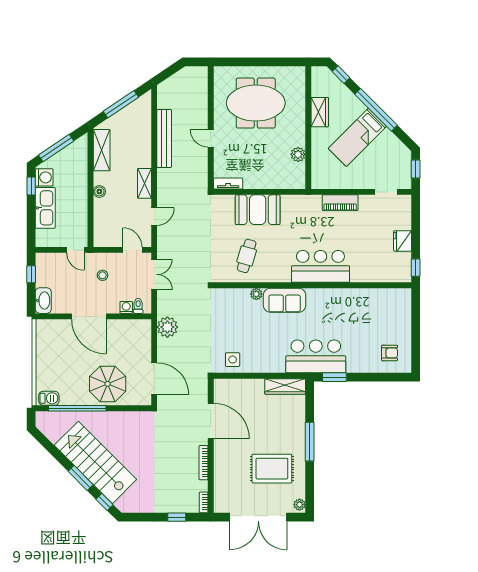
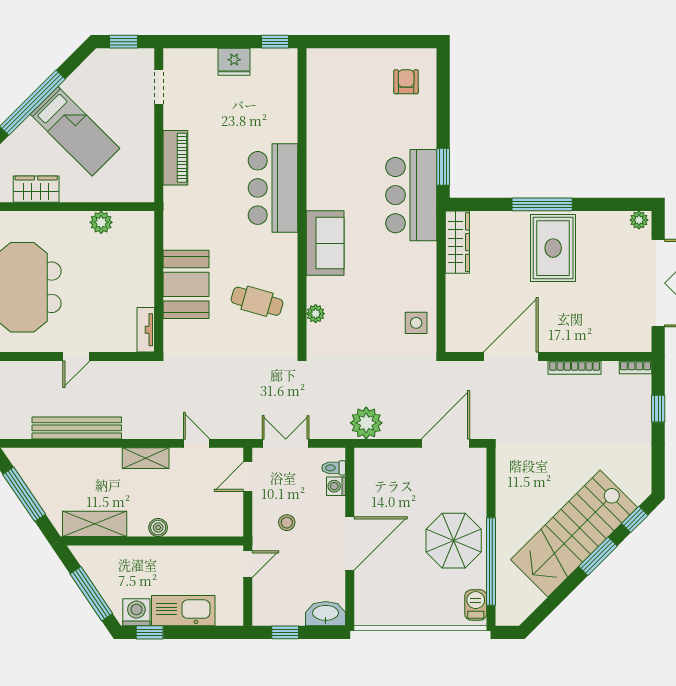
plant: (256, 294) -> (316, 314), moved
parasol: (108, 384) -> (454, 541), moved
rug: (272, 469) -> (553, 248), moved

